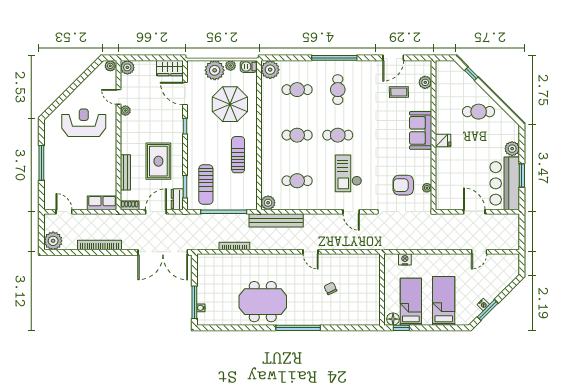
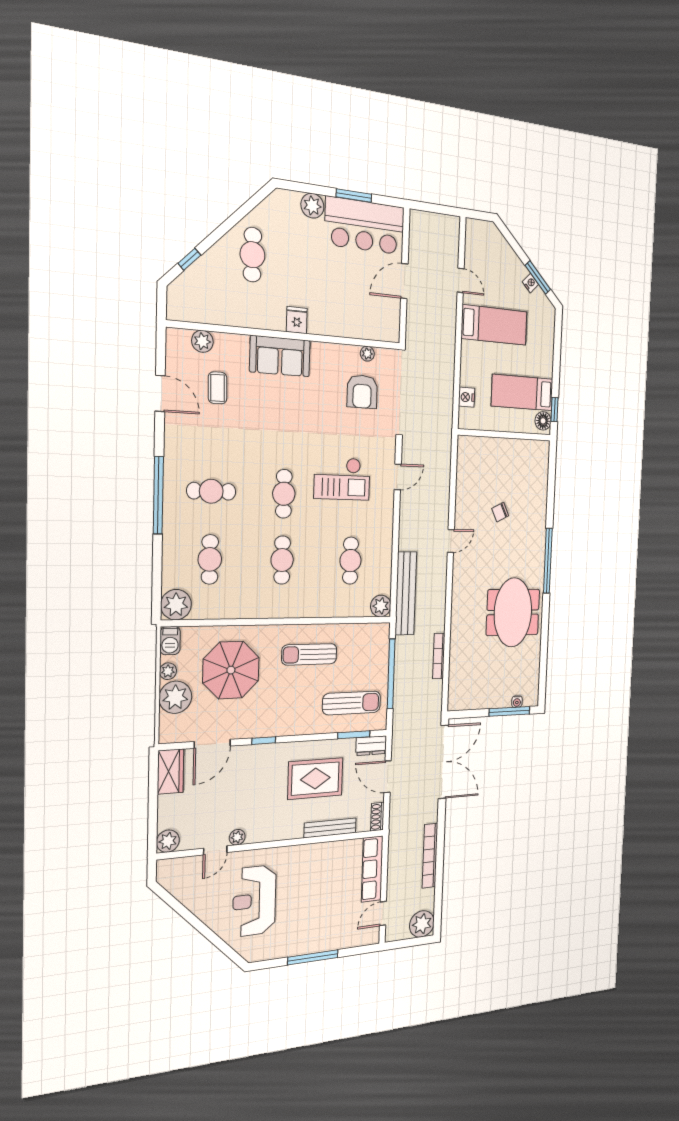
plant: (110, 66) -> (165, 869), removed
row of seats: (102, 203) -> (372, 869), width x1.48
bed: (444, 301) -> (494, 325), moved, turned 180

